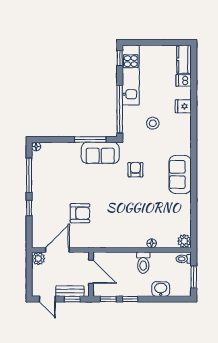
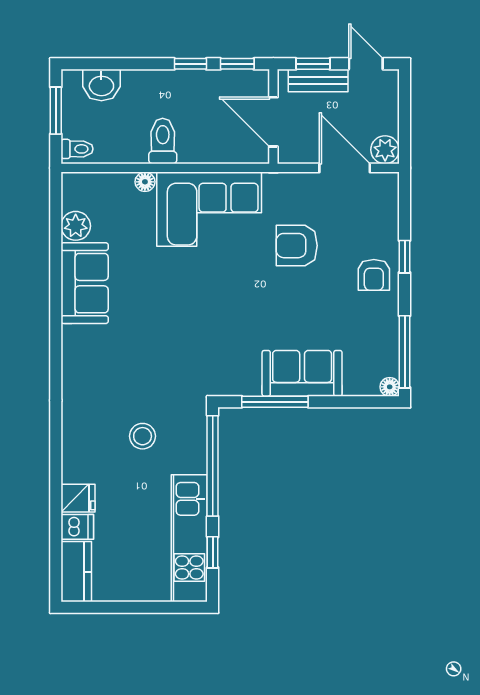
window: (120, 58) -> (213, 552), moved
fridge: (183, 106) -> (78, 498), moved
sofa: (100, 153) -> (302, 373), moved
armchair: (135, 170) -> (374, 275), moved
sofa: (180, 174) -> (85, 283), moved
window: (29, 175) -> (405, 352), moved
corner sofa: (121, 230) -> (209, 209), added
plant: (184, 241) -> (76, 226), moved
door: (57, 250) -> (345, 168), swing flipped
washbasin: (161, 289) -> (101, 85), moved

